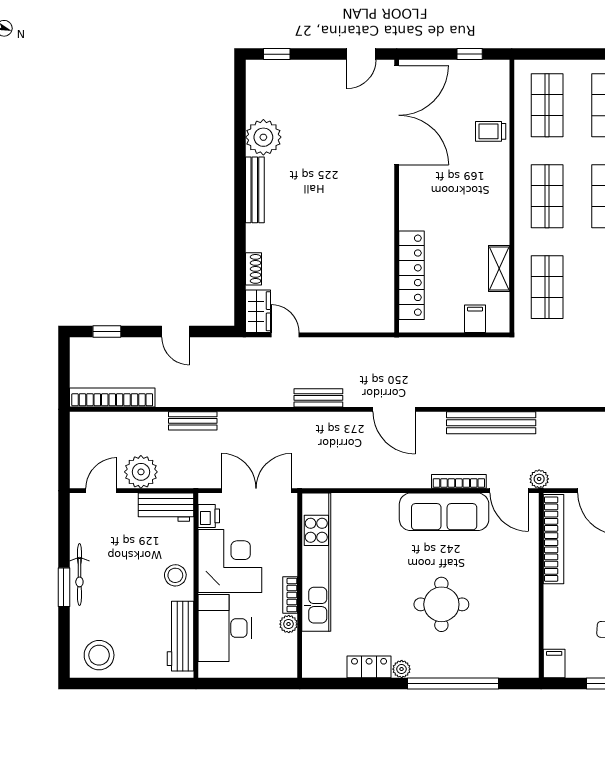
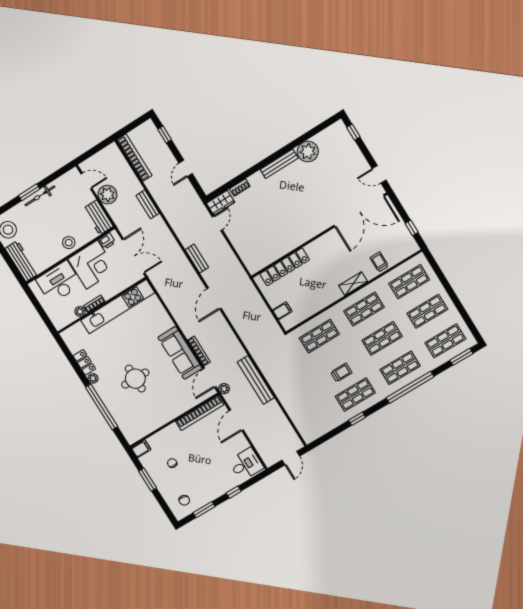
shelving: (499, 269) -> (353, 284), moved
bench: (491, 423) -> (256, 380), moved
workbench: (181, 636) -> (22, 261), moved, turned 90

